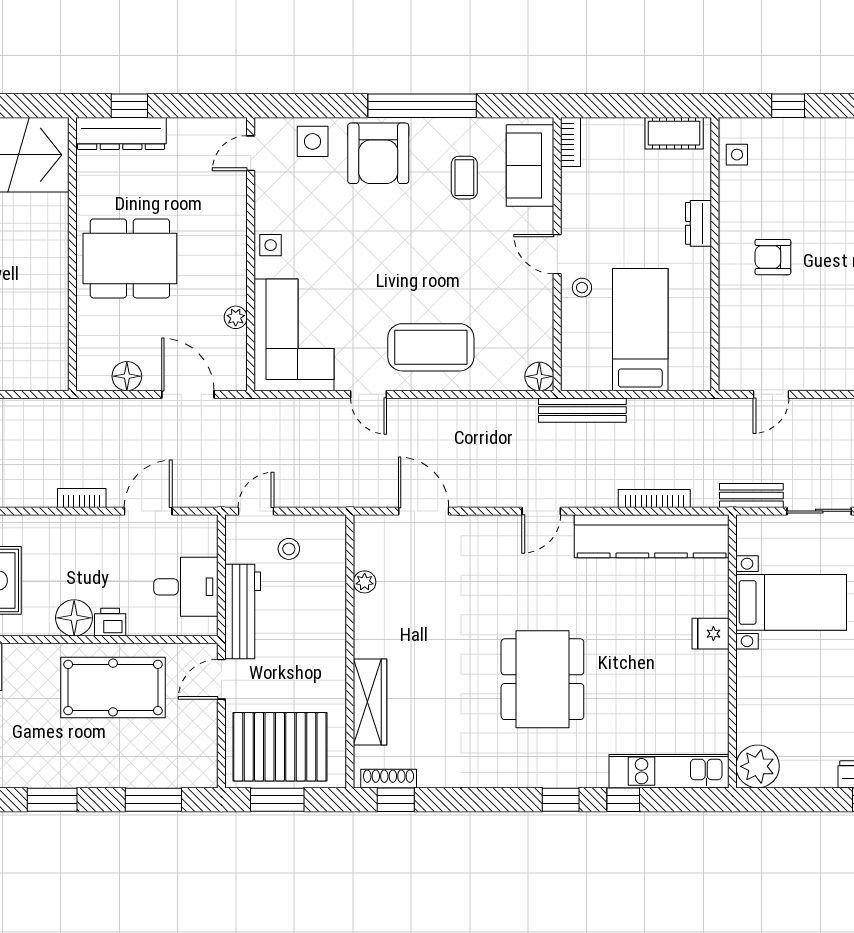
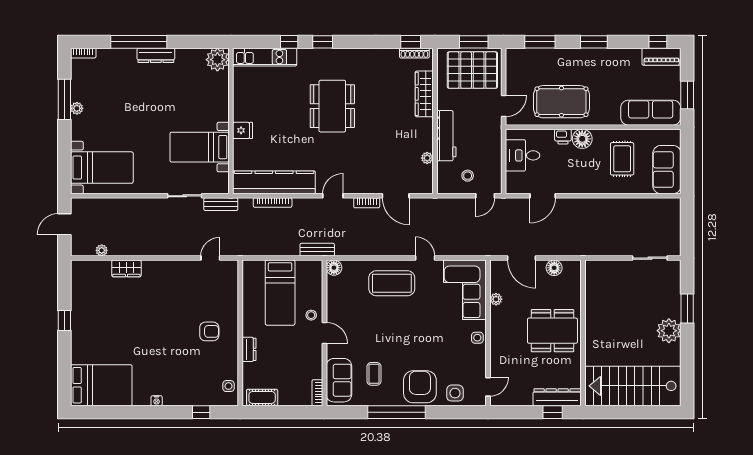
bench: (582, 410) -> (317, 250), width x0.73
bookcase: (82, 498) -> (367, 203), moved
workbench: (243, 612) -> (446, 136), moved, turned 180

